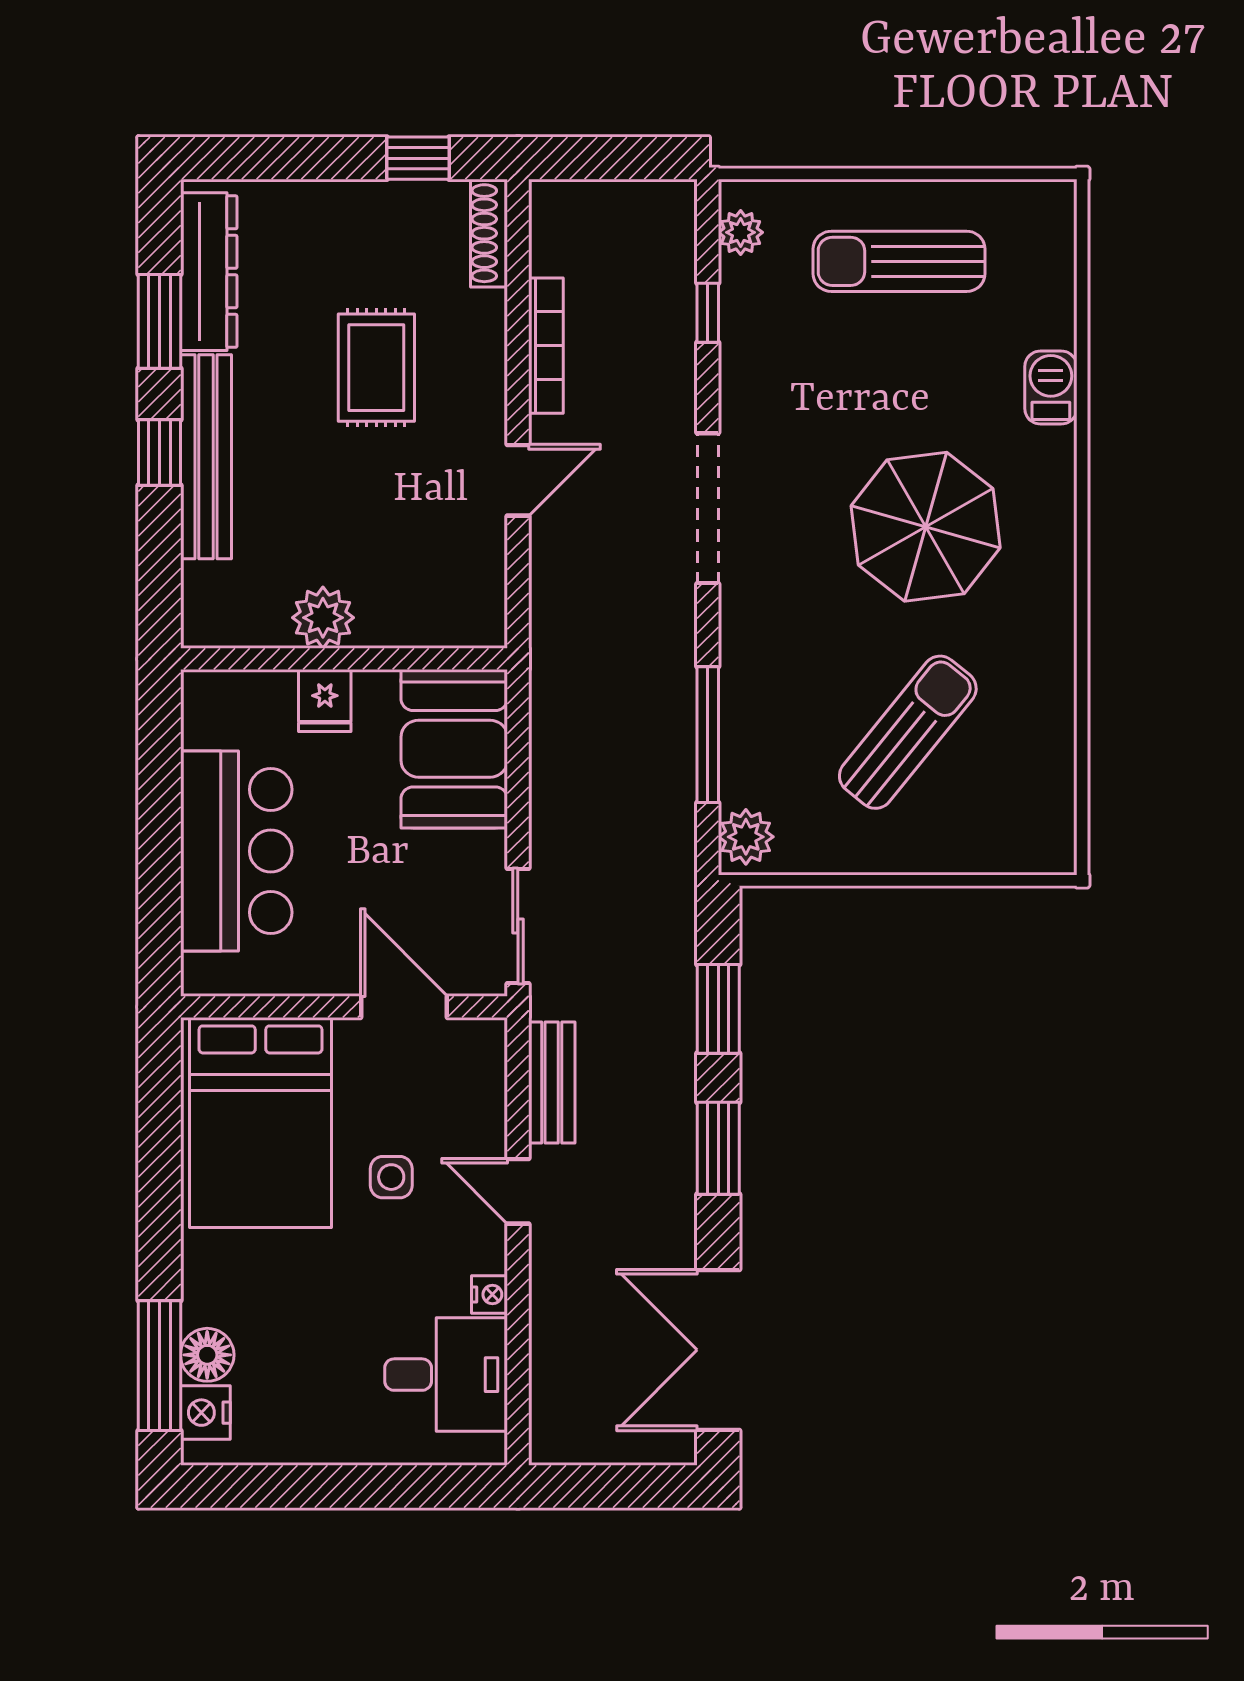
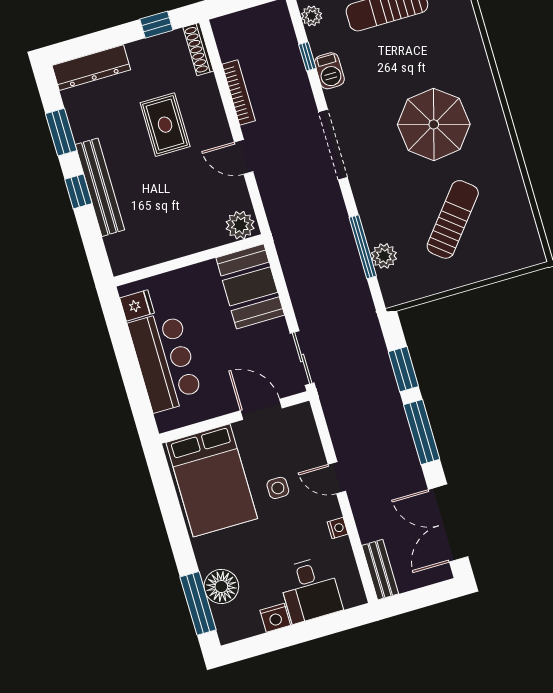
dresser: (209, 272) -> (91, 68), moved, turned 90
barbecue: (1051, 388) -> (329, 71), moved, turned 180
door: (518, 480) -> (244, 157), swing flipped
plant: (323, 618) -> (240, 225), moved
fridge: (325, 701) -> (137, 305), moved, turned -90
plant: (746, 837) -> (384, 256), moved
bench: (552, 1083) -> (380, 570), moved
window: (718, 1148) -> (422, 432), width x1.44
floor lamp: (207, 1355) -> (221, 586), width x1.38, depth x1.38
desk: (446, 1375) -> (310, 590), moved, turned 90
nightstand: (205, 1413) -> (275, 618), moved, turned -90

